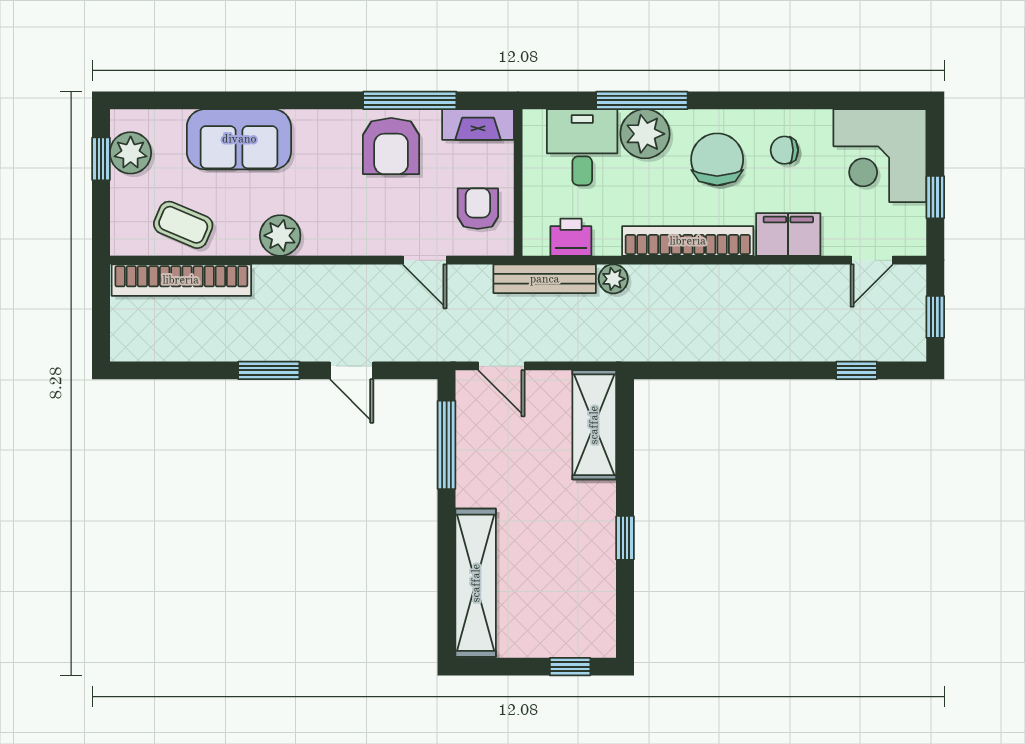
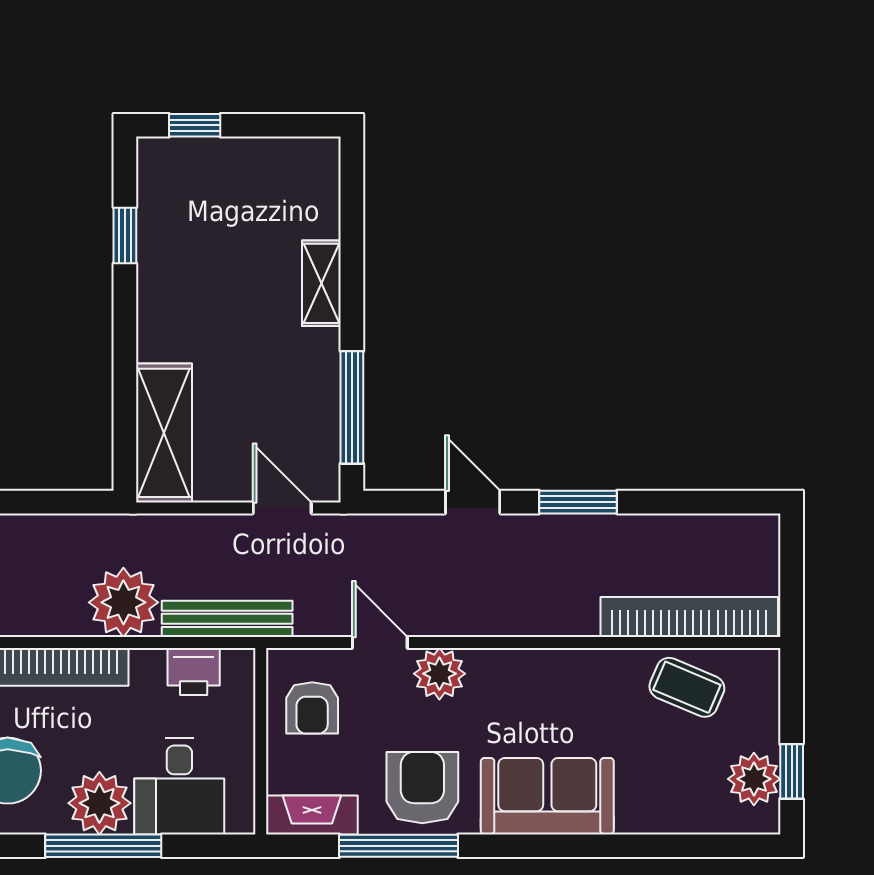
sofa: (239, 139) -> (547, 796), moved
plant: (280, 236) -> (439, 674), moved
plant: (613, 279) -> (123, 602), width x1.87, depth x1.87
window: (625, 538) -> (125, 235), moved
shelving: (476, 583) -> (321, 283), width x0.45, depth x0.75

